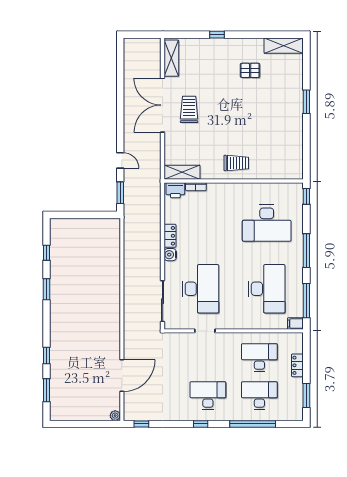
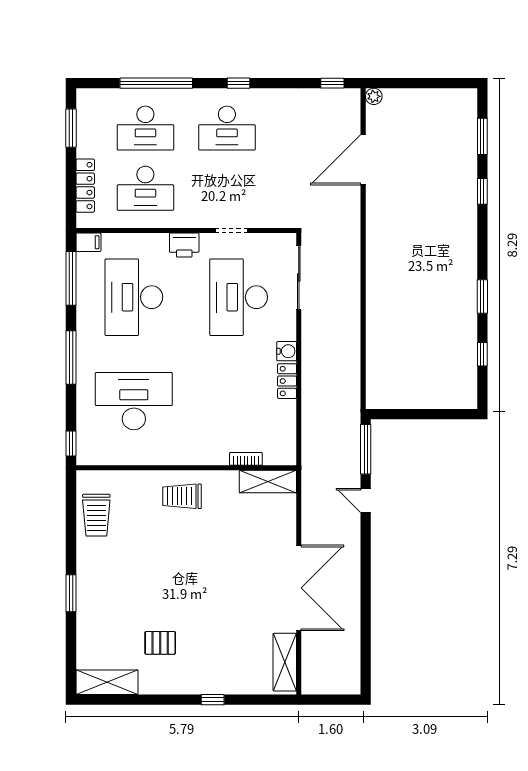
trolley: (189, 109) -> (96, 515), moved
printer: (175, 190) -> (184, 245), moved, turned 180
window: (120, 193) -> (366, 449), width x1.44
locker: (297, 365) -> (85, 186), width x1.53

